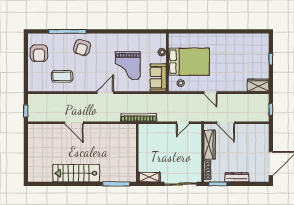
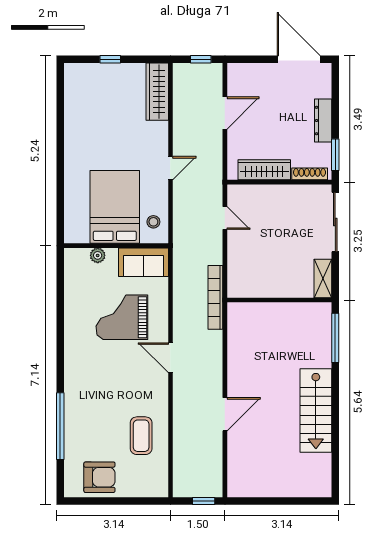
armchair: (82, 48) -> (89, 400), removed
grand piano: (128, 66) -> (122, 317), turned 180
wardrobe: (258, 85) -> (157, 92), width x1.50
door: (226, 123) -> (225, 113), moved

